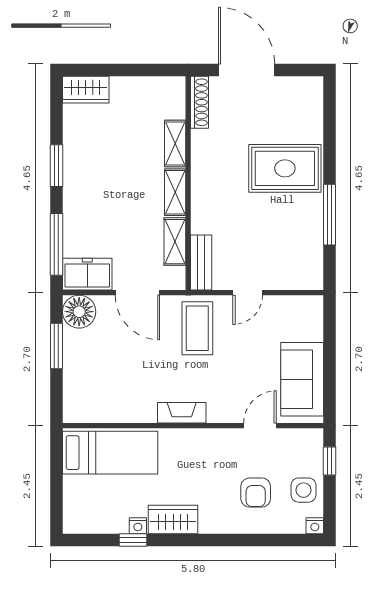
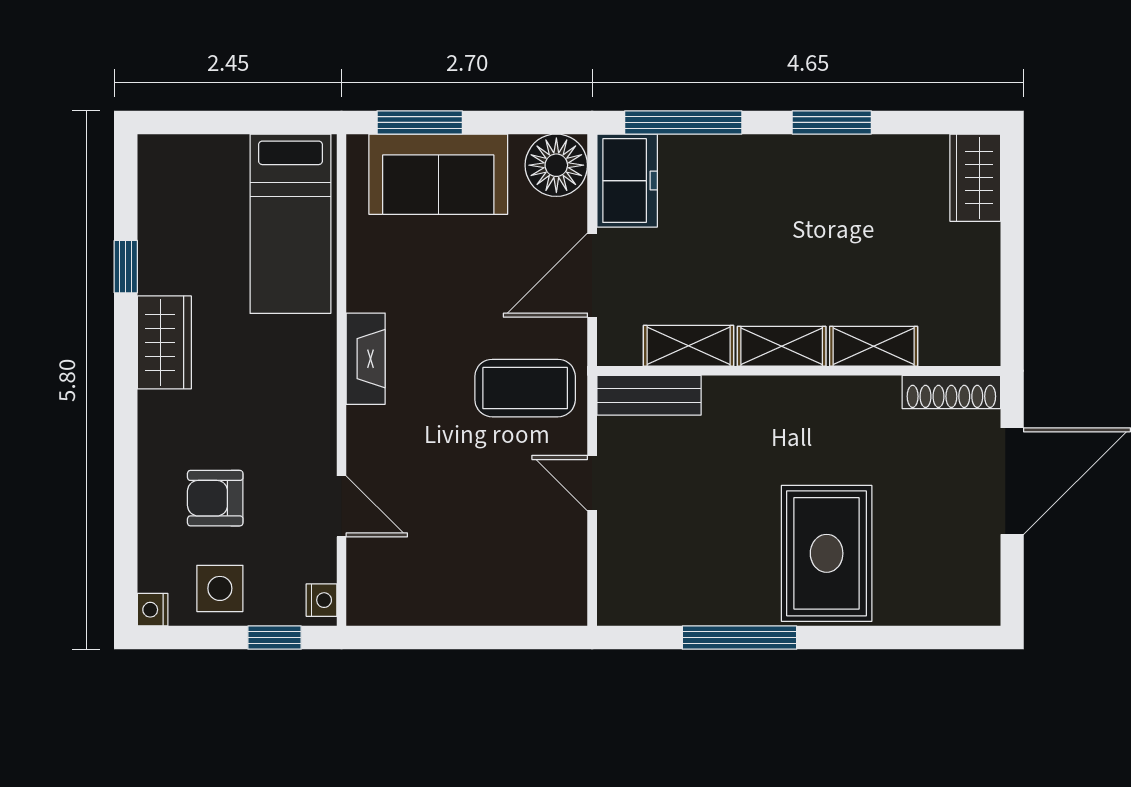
window: (56, 346) -> (420, 122), moved
sofa: (302, 379) -> (438, 174), moved, turned 180
nightstand: (138, 526) -> (322, 600), moved, turned 180

